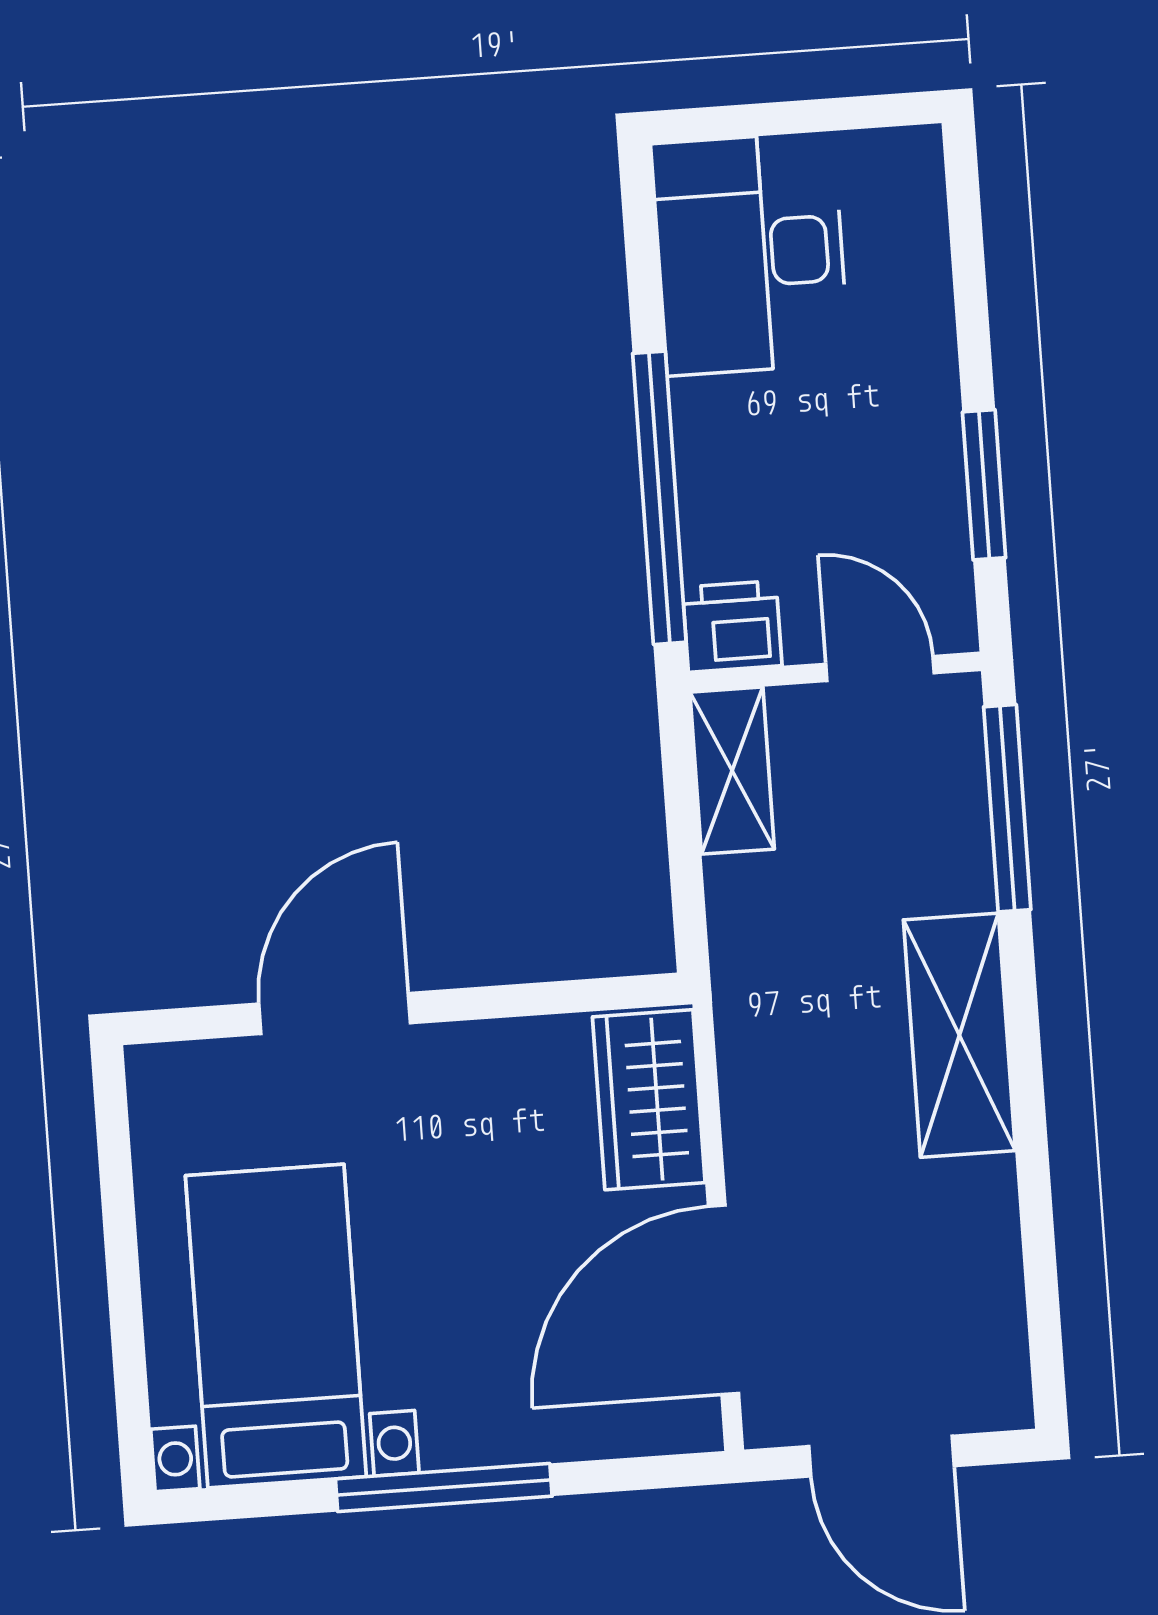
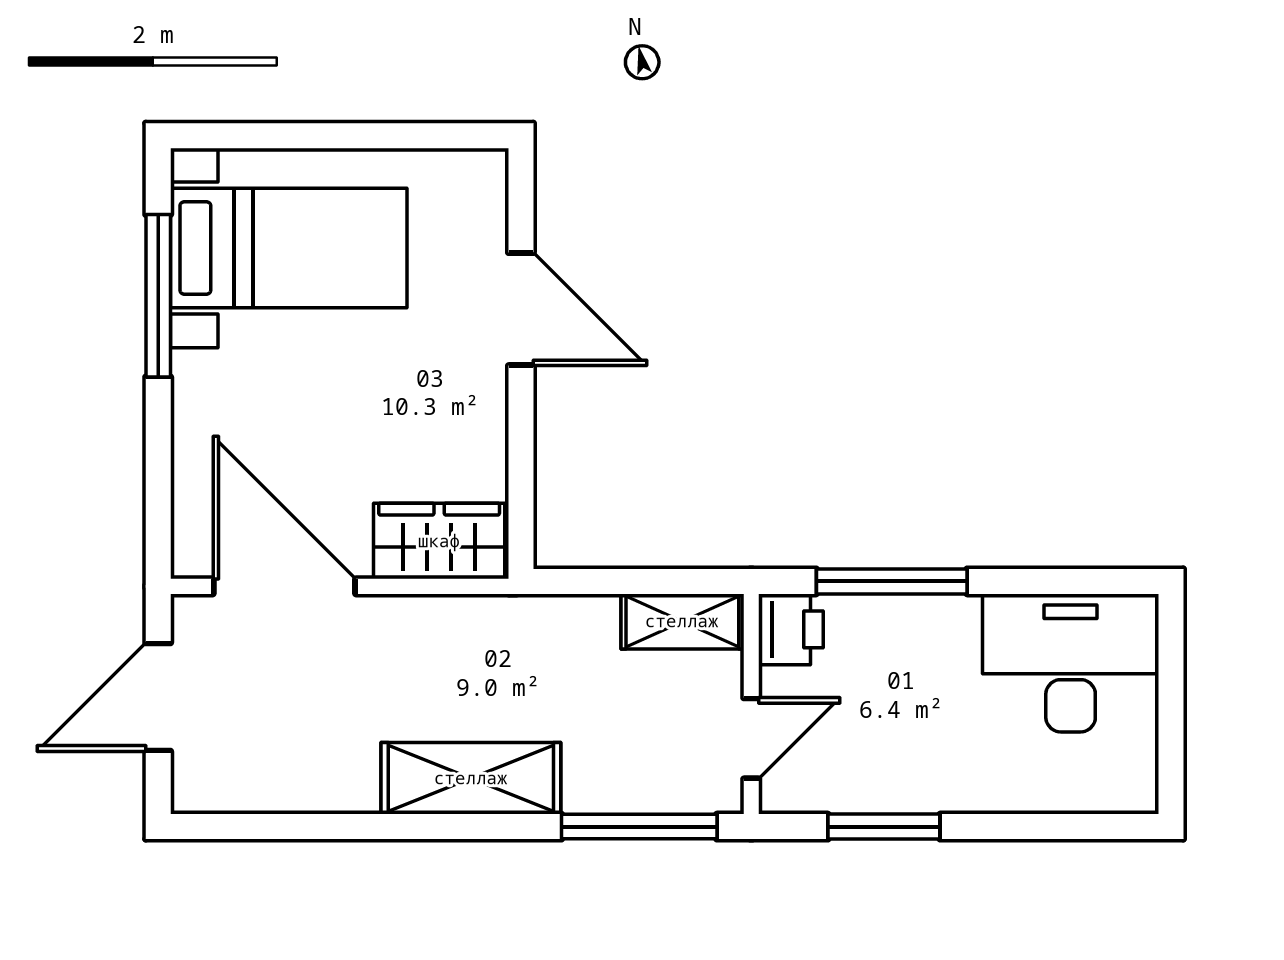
window: (659, 498) -> (892, 581), width x0.68
window: (444, 1487) -> (158, 296), moved

